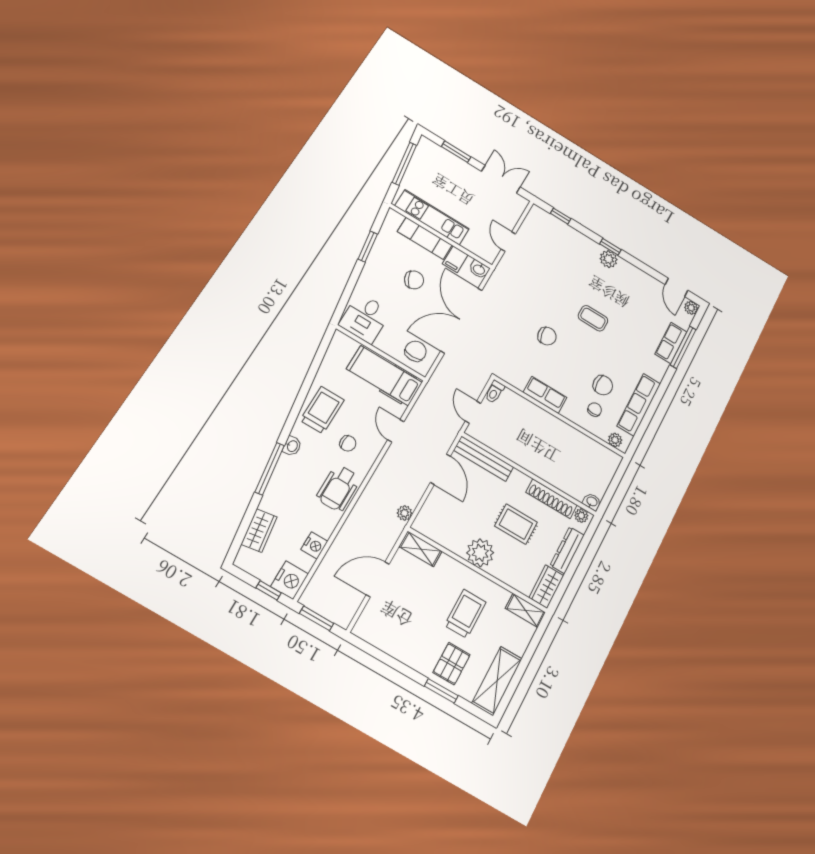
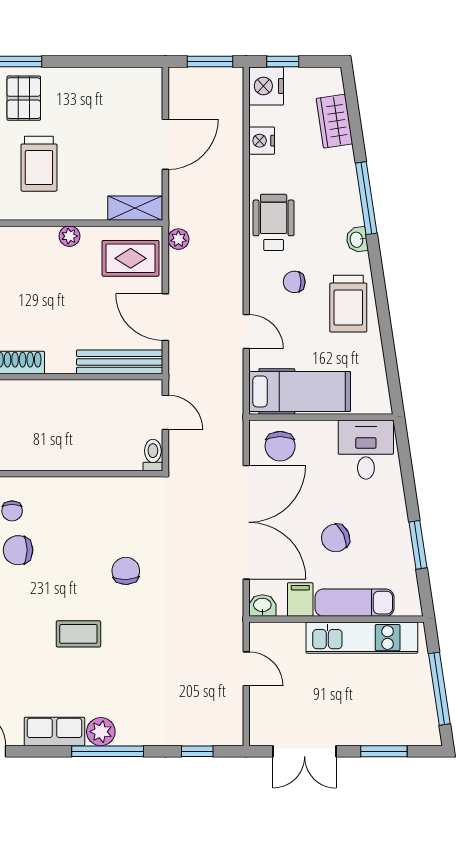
window: (610, 247) -> (108, 751), width x2.17
chair: (547, 336) -> (126, 571), turned 99
row of seats: (545, 395) -> (54, 731), moved, turned 180
rug: (516, 524) -> (131, 258), moved
plant: (480, 553) -> (70, 236), width x0.53, depth x0.53

